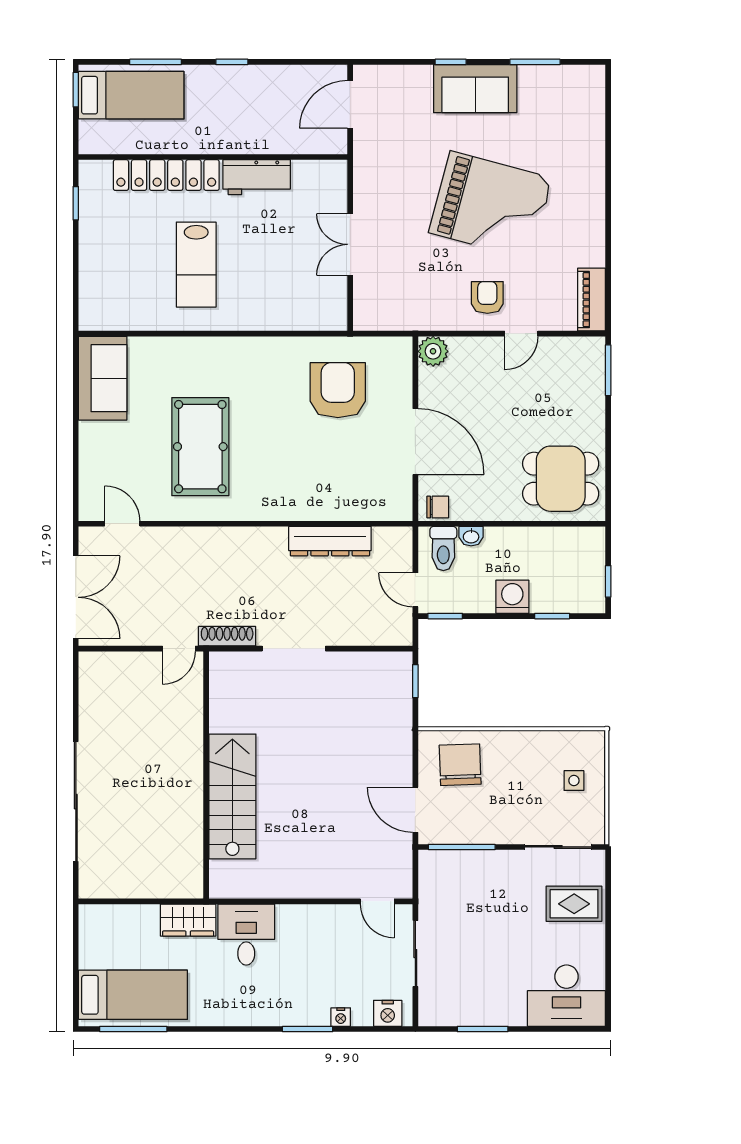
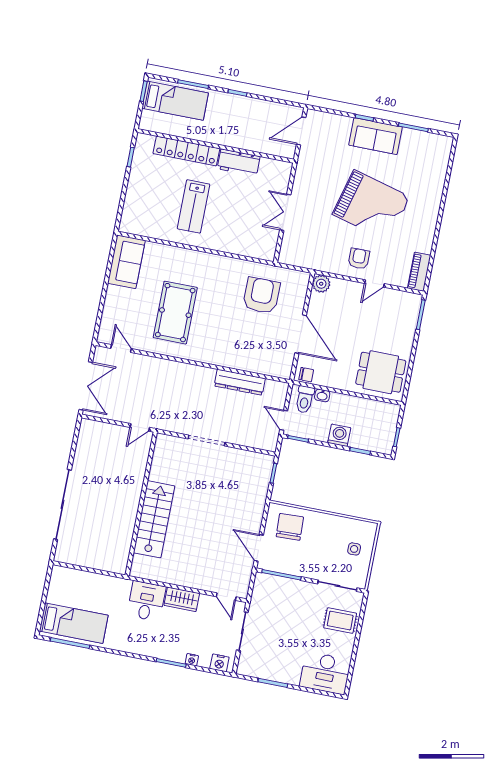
shoe rack: (227, 636) -> (169, 426), removed
wardrobe: (188, 920) -> (182, 599), moved

